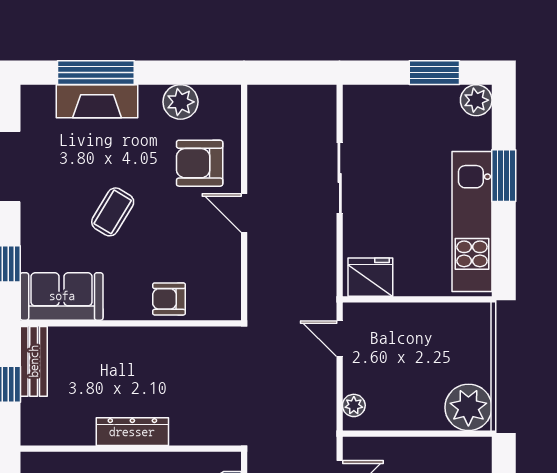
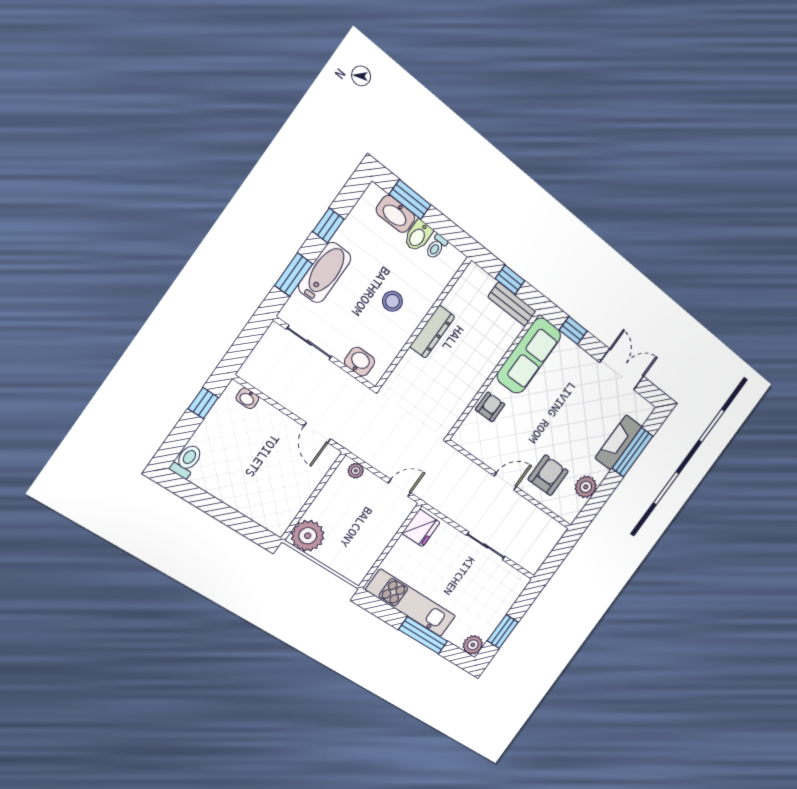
window: (504, 176) -> (423, 635), width x1.44
coffee table: (113, 212) -> (558, 409), removed
sofa: (62, 296) -> (529, 356), width x1.36

